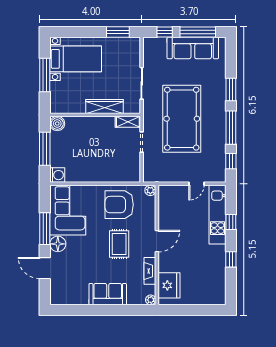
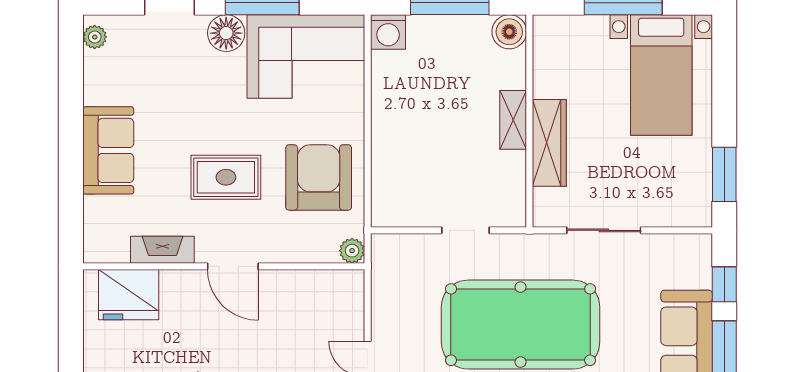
shelving: (128, 122) -> (513, 120), moved
plant: (151, 300) -> (95, 37), moved

